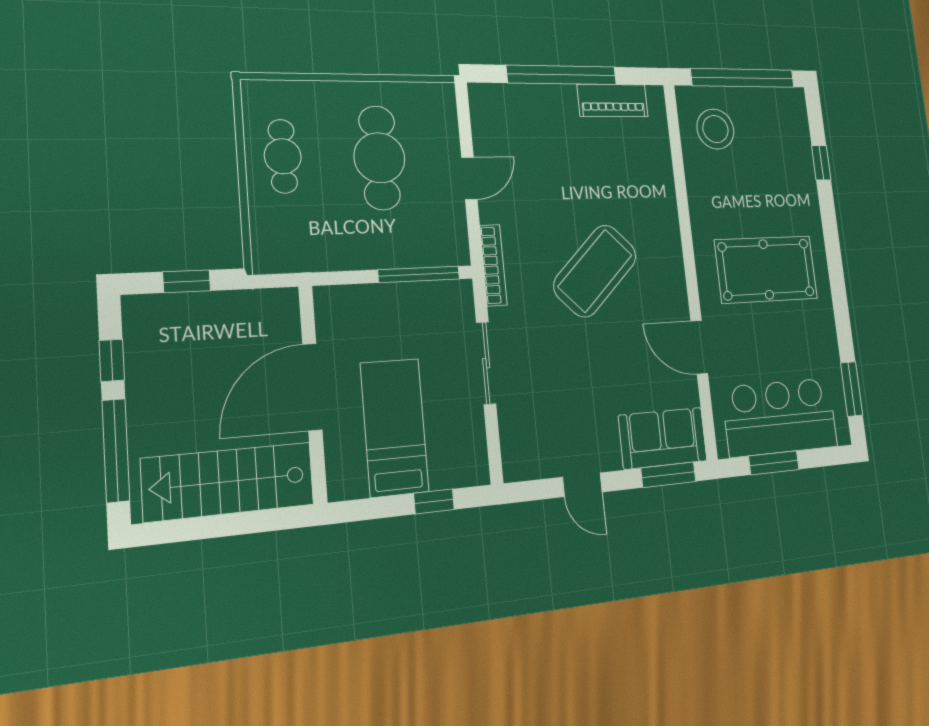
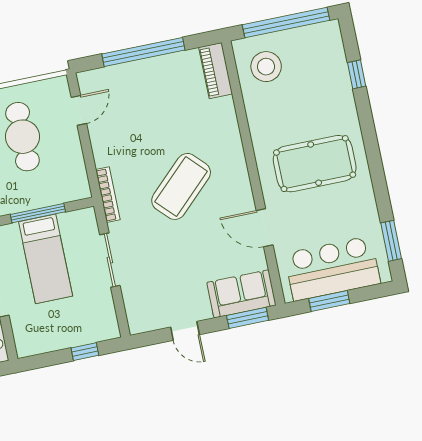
piano: (613, 101) -> (216, 71), moved, turned 90
door: (469, 178) -> (79, 110), moved
window: (419, 274) -> (38, 213), moved
bed: (394, 427) -> (46, 259), moved, turned 180

